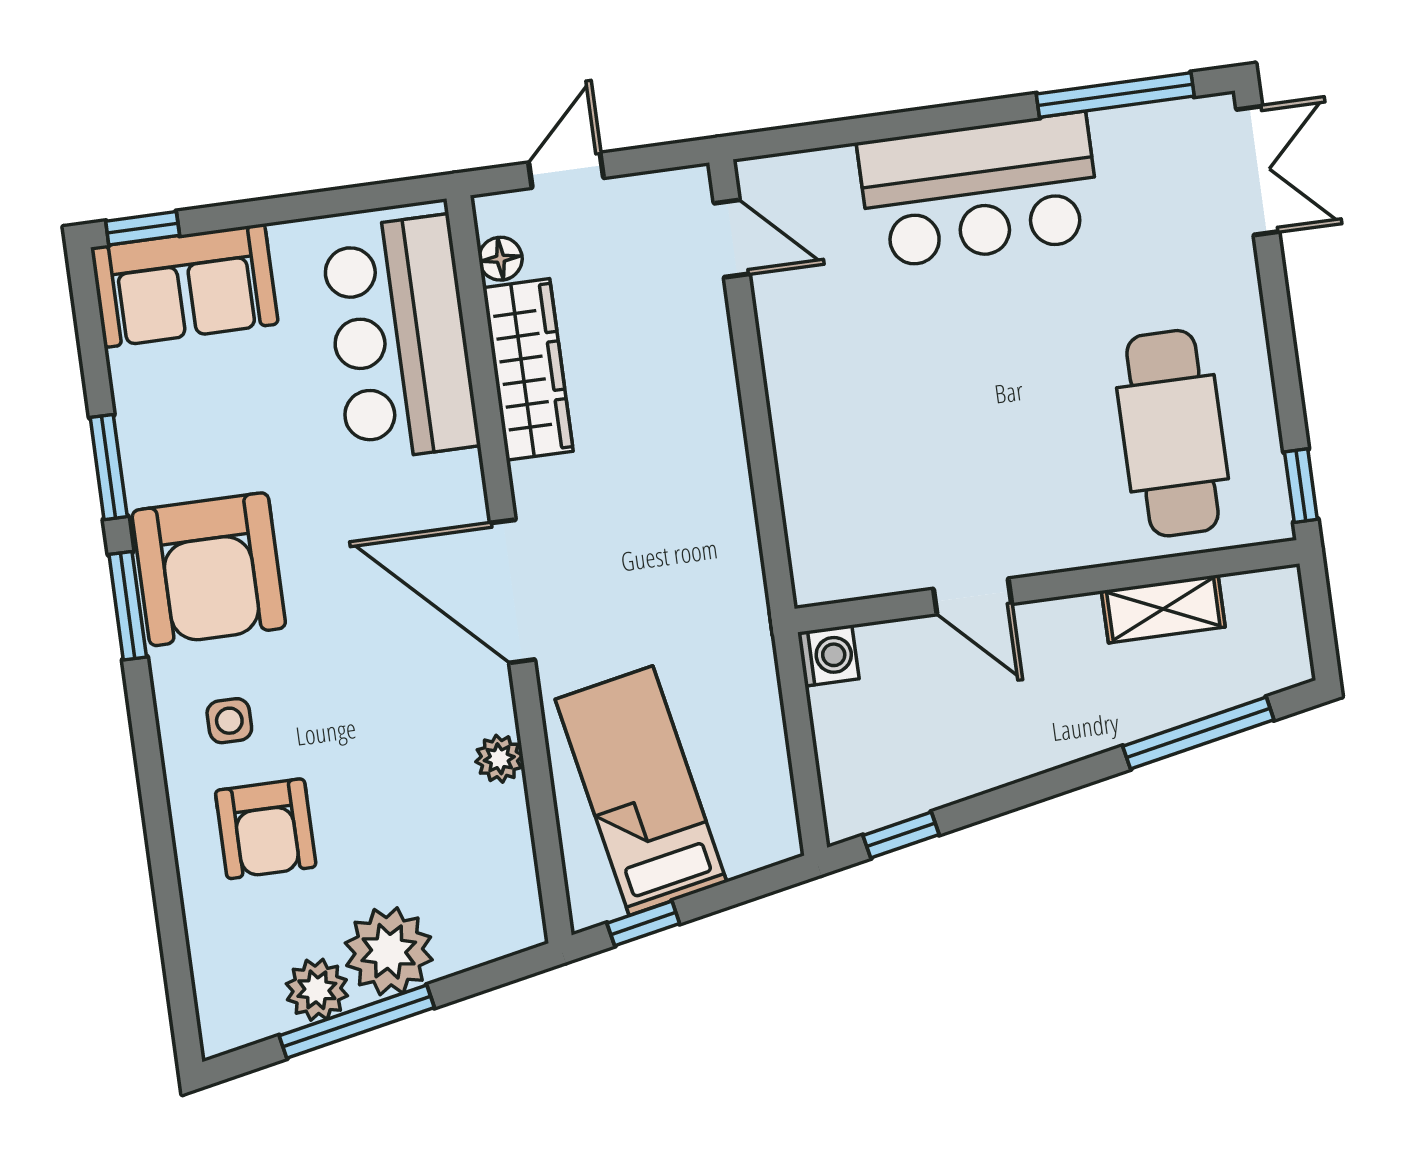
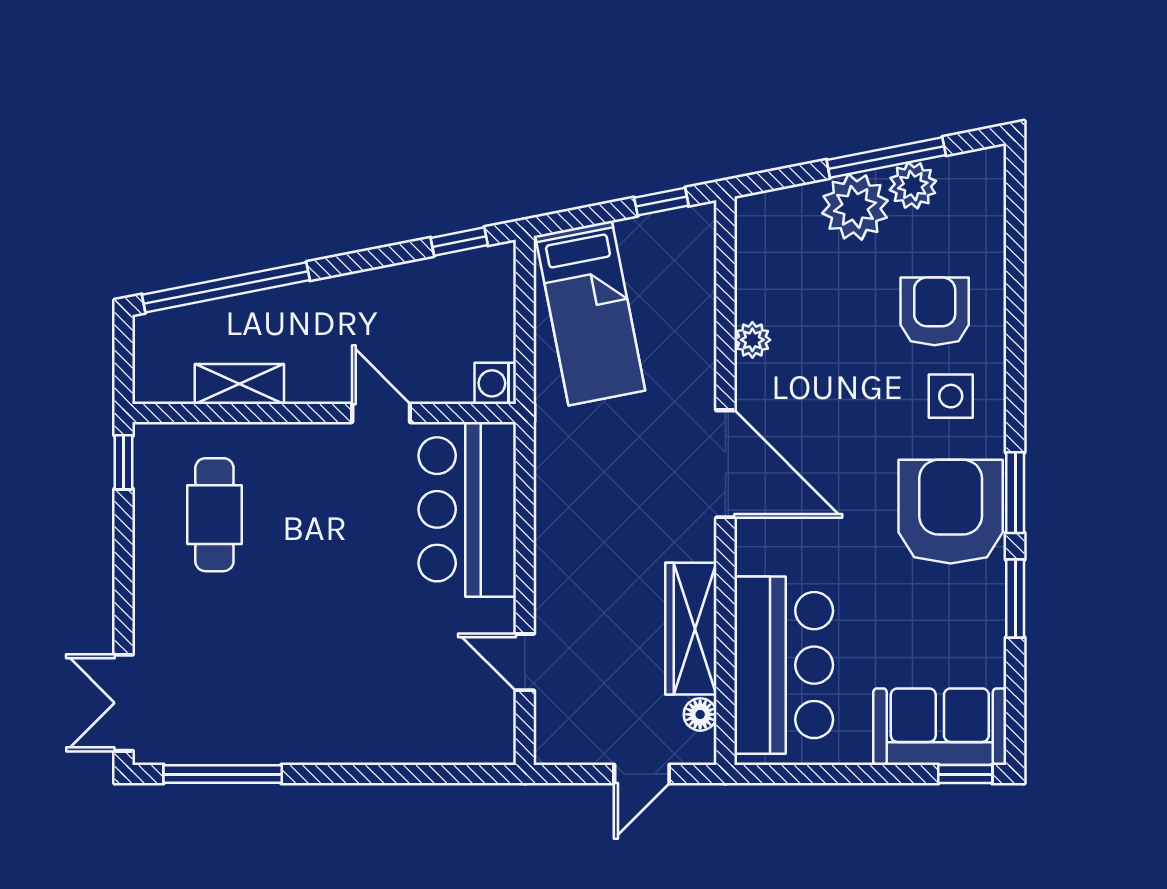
bar counter: (979, 190) -> (467, 509), moved, turned -90
door: (732, 238) -> (525, 662), moved
cafe table: (1173, 433) -> (214, 515), width x0.73, depth x0.74
side table: (229, 721) -> (951, 396), width x1.37, depth x1.37
window: (1198, 733) -> (226, 287), width x1.46
bed: (641, 791) -> (590, 313), moved

